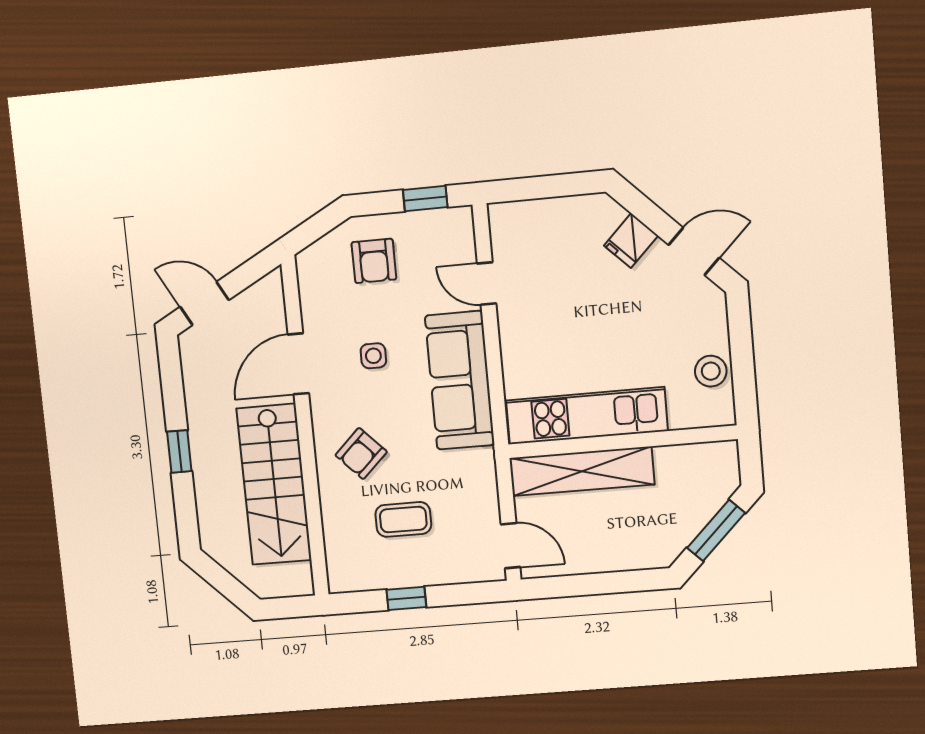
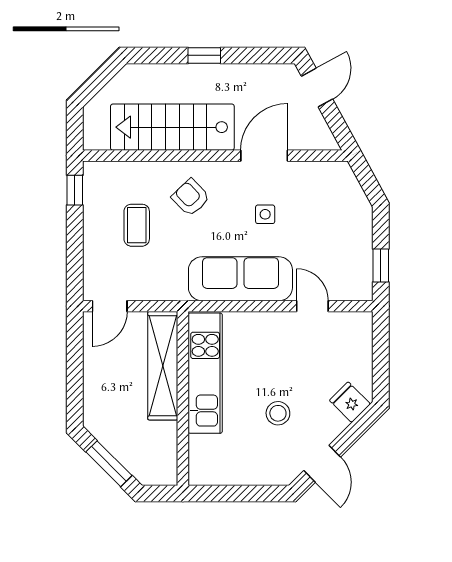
fridge: (631, 241) -> (350, 402), moved
armchair: (374, 261) -> (337, 222), removed
door: (487, 283) -> (312, 306), hinge flipped
door: (298, 364) -> (264, 156), hinge flipped
stool: (711, 371) -> (278, 413), moved
window: (406, 598) -> (75, 190), moved

